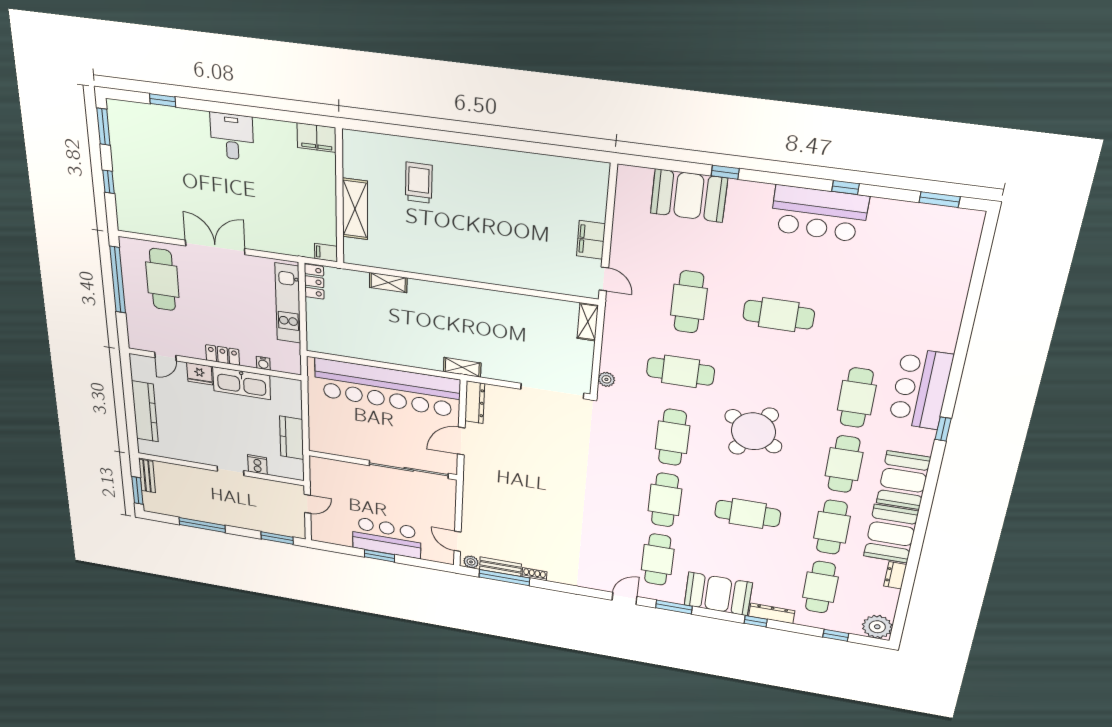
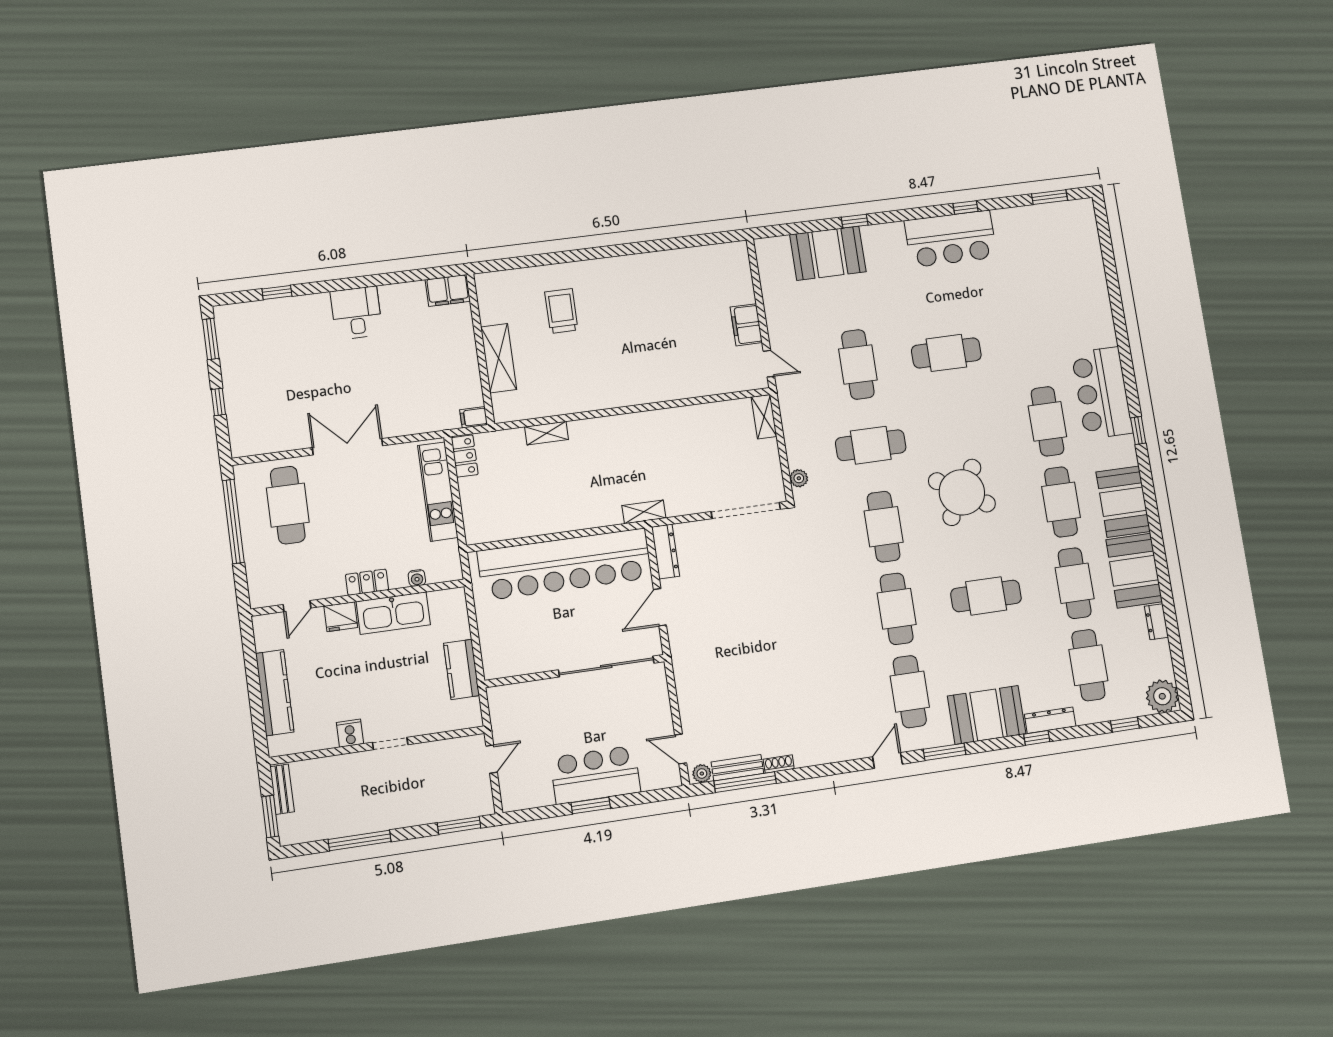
cooker: (257, 465) -> (350, 733), moved

